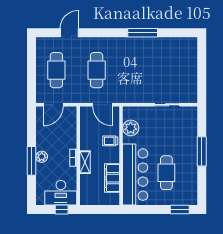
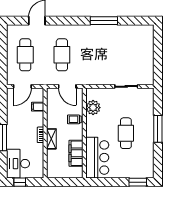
filing cabinet: (70, 127) -> (38, 107), added
plant: (42, 157) -> (12, 134), removed
cafe table: (166, 173) -> (126, 133), moved
bar counter: (135, 175) -> (97, 158), width x0.73
desk: (61, 193) -> (18, 164), moved, turned 90
window: (62, 210) -> (20, 182), moved

